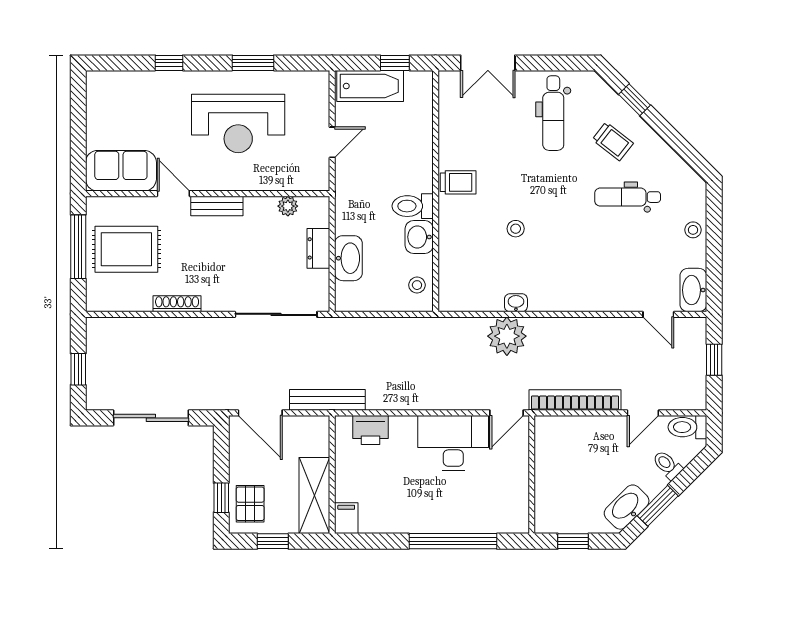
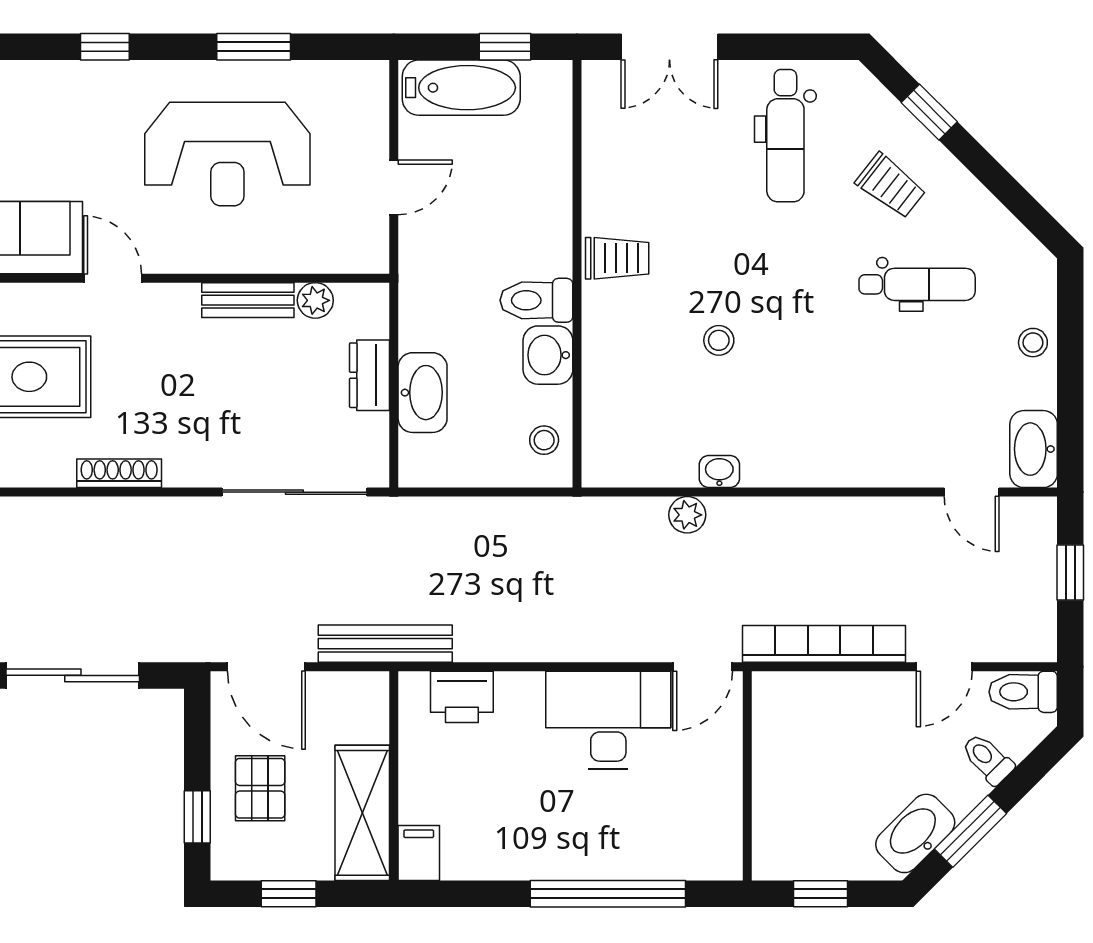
dental chair: (628, 197) -> (917, 284), turned 180
bench: (217, 206) -> (248, 300), moved
plant: (507, 336) -> (687, 515), width x0.53, depth x0.53
pallet: (250, 504) -> (260, 788), moved

